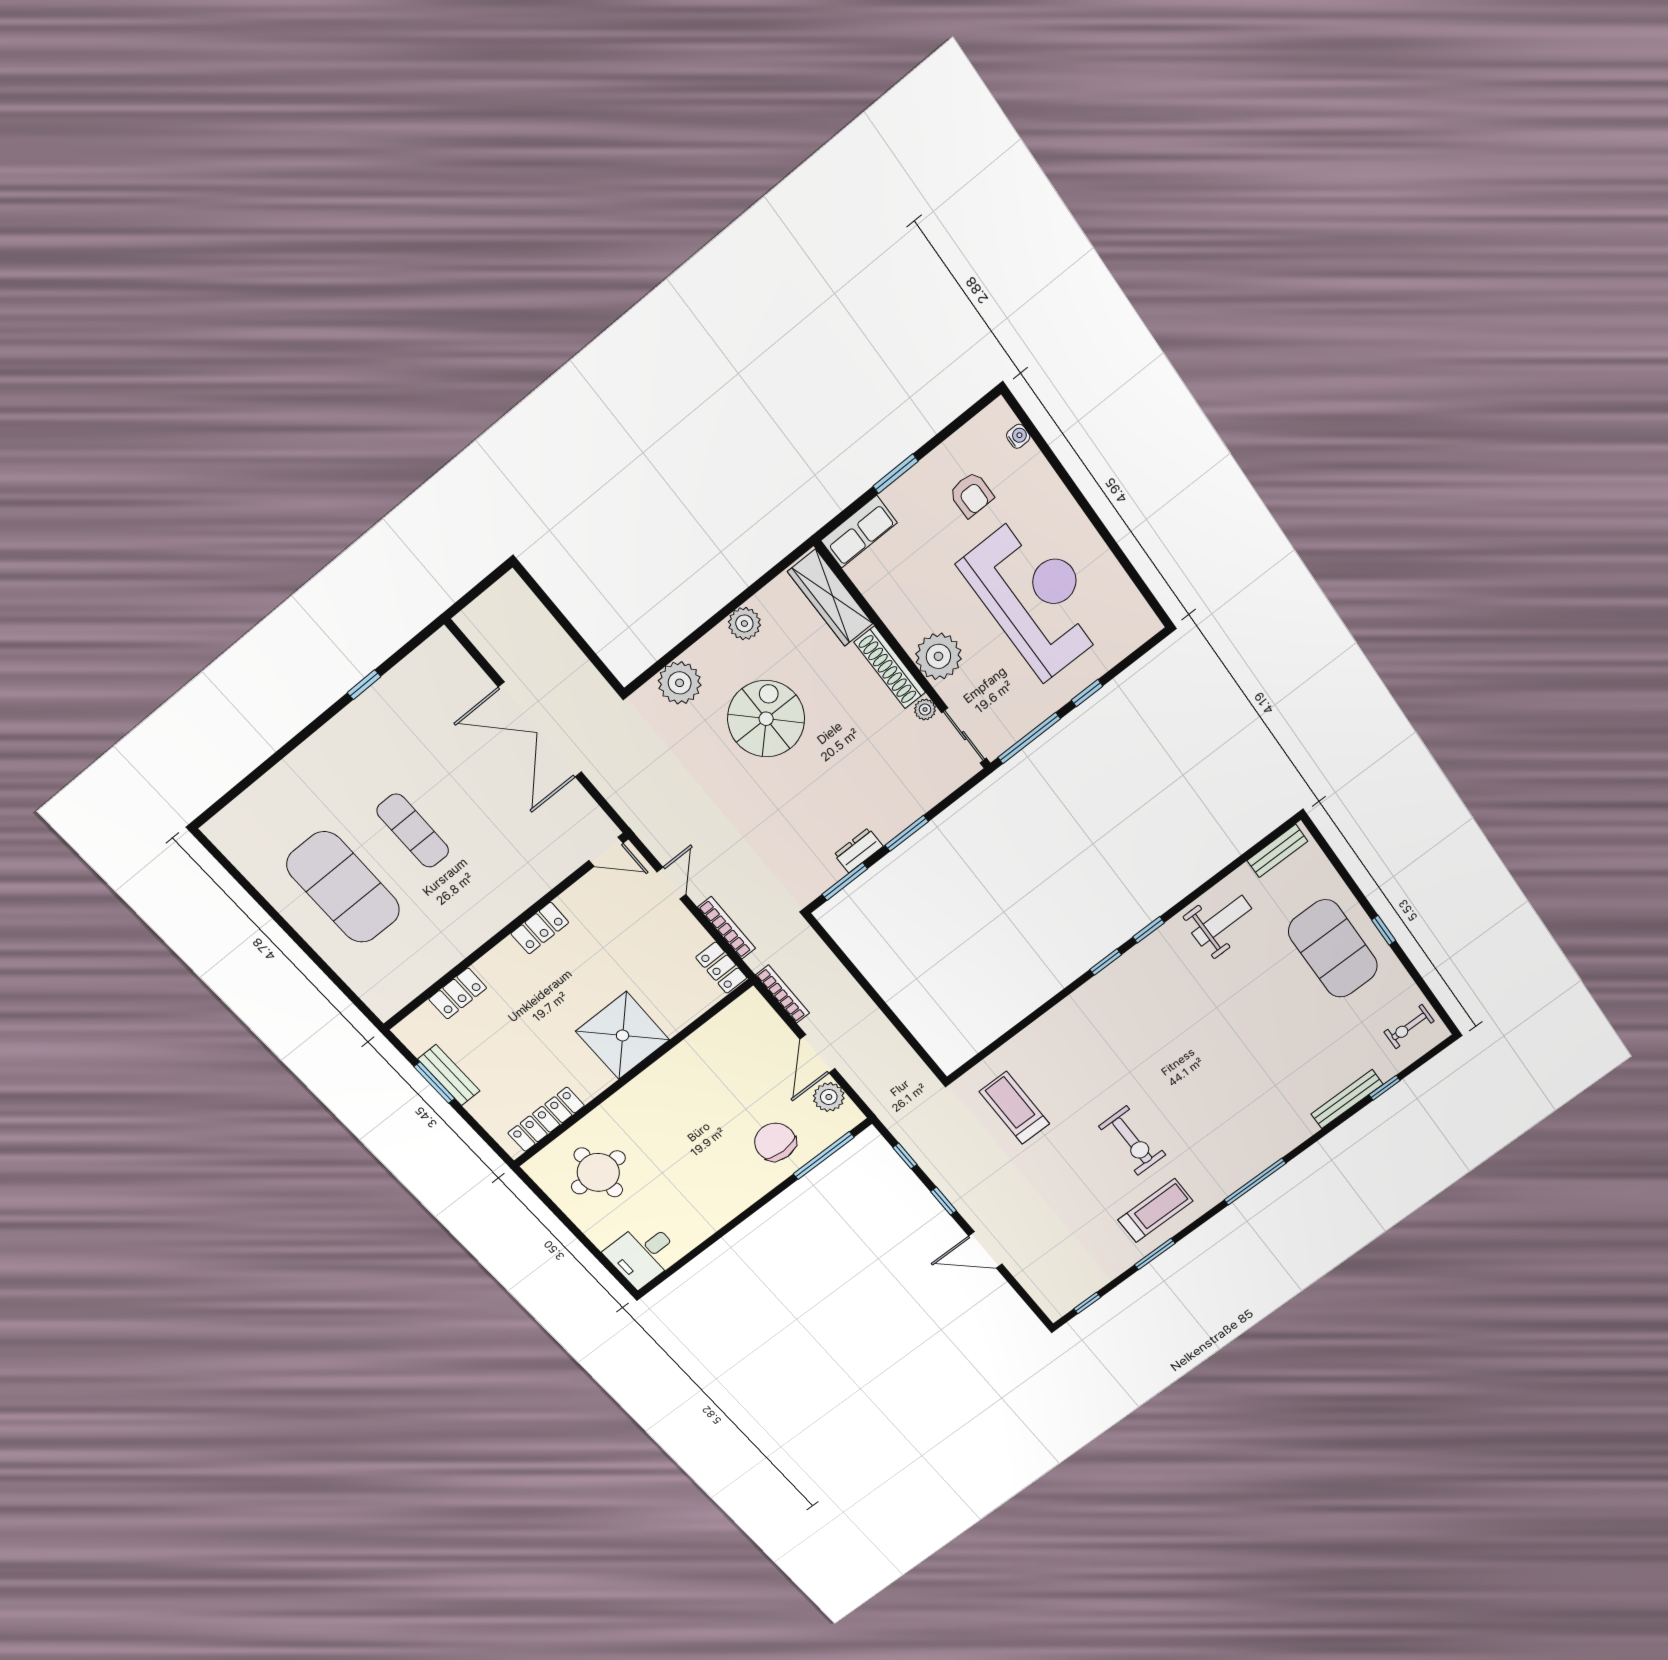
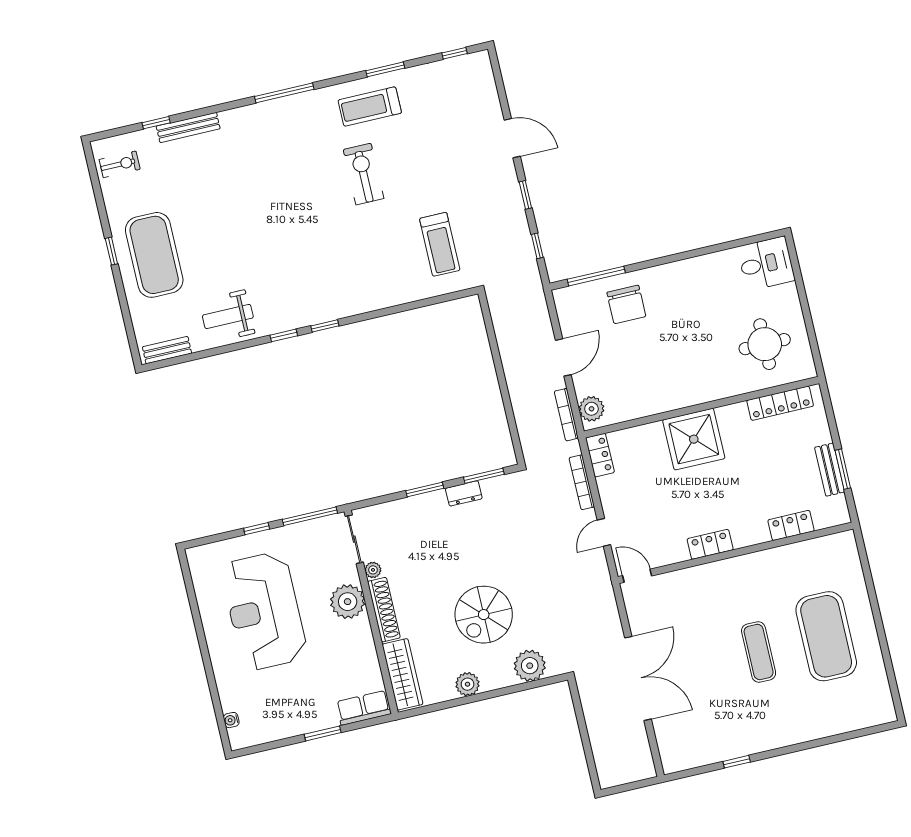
armchair: (971, 495) -> (278, 697), removed
plant: (829, 1097) -> (591, 409), moved

